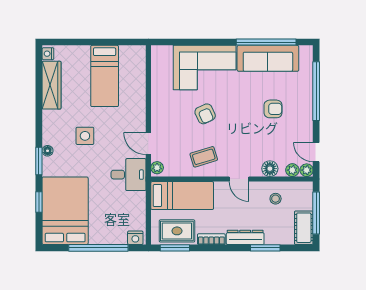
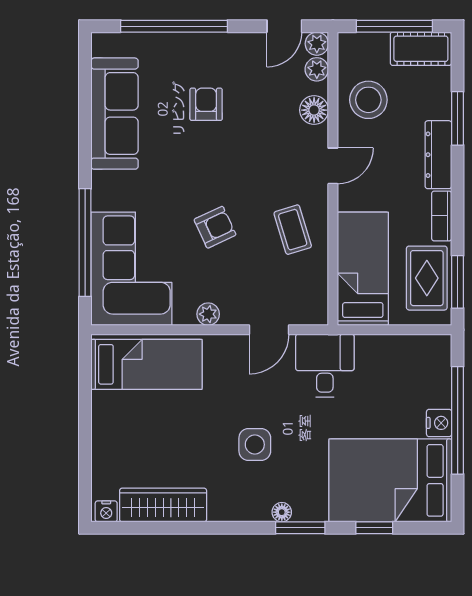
window: (266, 42) -> (85, 243), moved
corner sofa: (205, 68) -> (131, 269), moved
bed: (105, 76) -> (147, 364), moved
plant: (157, 168) -> (208, 314), moved
stool: (276, 199) -> (368, 100), width x1.89, depth x1.89
nightstand: (135, 238) -> (439, 423), moved

